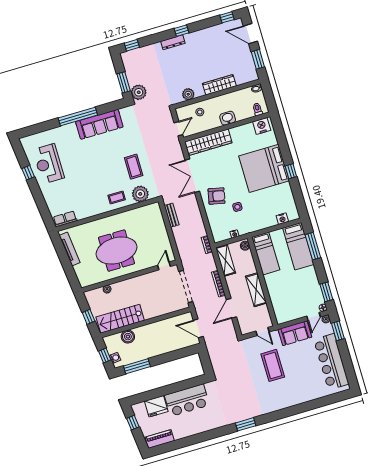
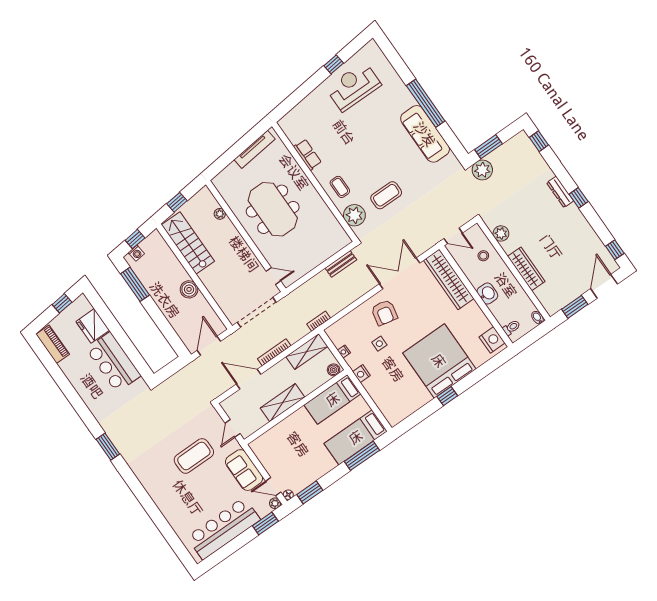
row of seats: (65, 219) -> (307, 155), moved
nightstand: (282, 219) -> (361, 374), moved
boiler: (128, 337) -> (189, 289), moved

